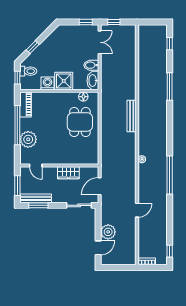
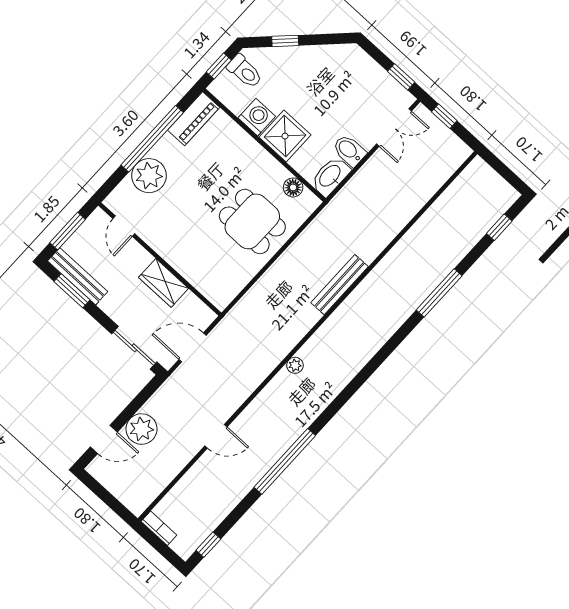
dining table: (80, 122) -> (252, 221), turned 90
window: (170, 175) -> (285, 461), moved

